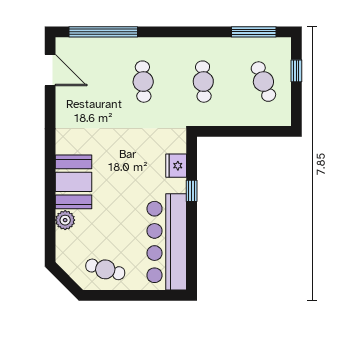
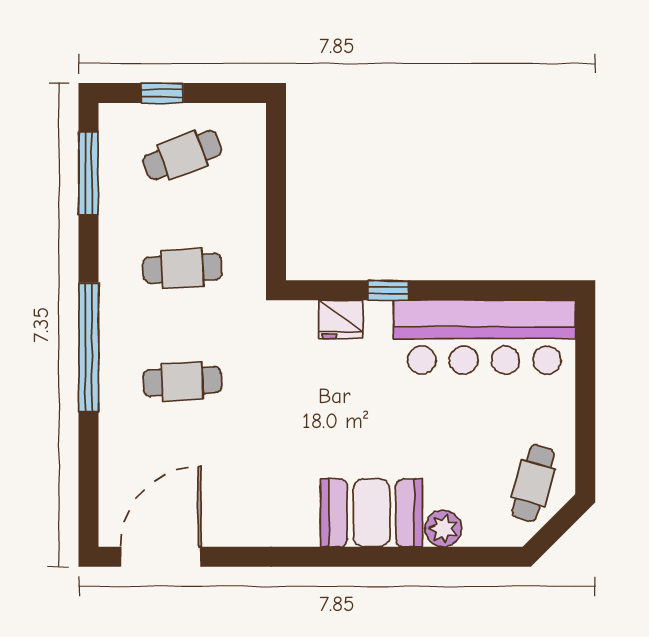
window: (103, 32) -> (89, 347), moved
door: (50, 70) -> (161, 557), width x1.36
cafe table: (105, 269) -> (533, 483), moved

